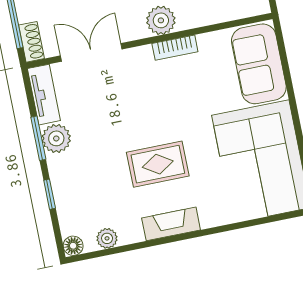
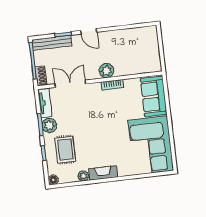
rug: (158, 164) -> (65, 150), moved, turned 90
plant: (107, 238) -> (83, 176), moved

